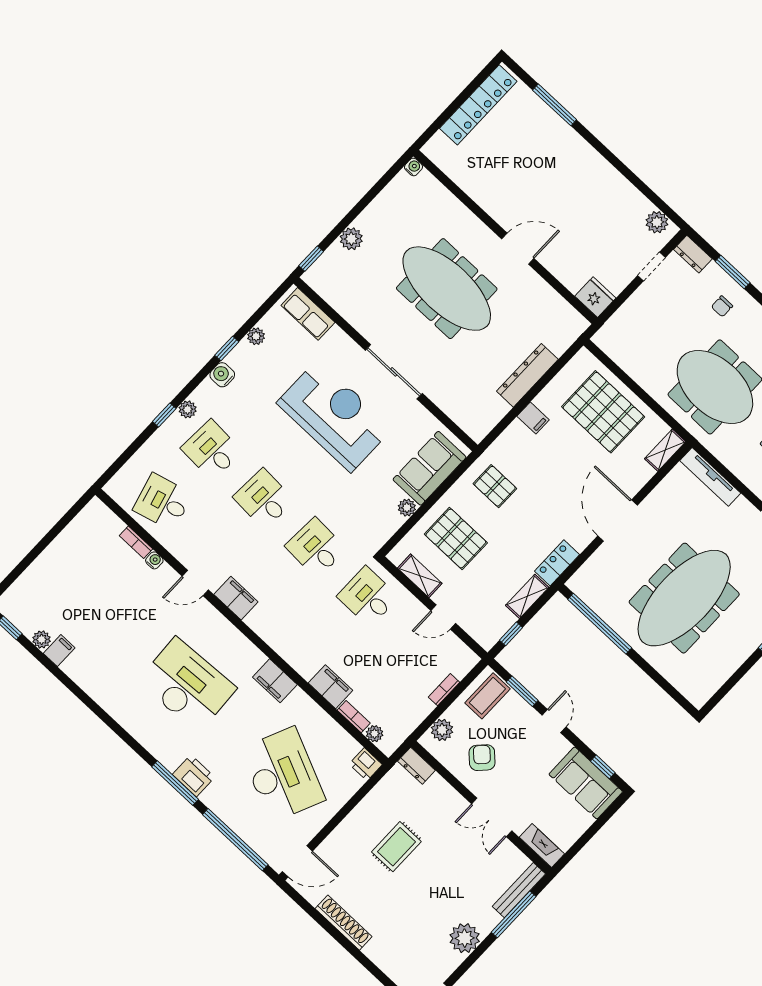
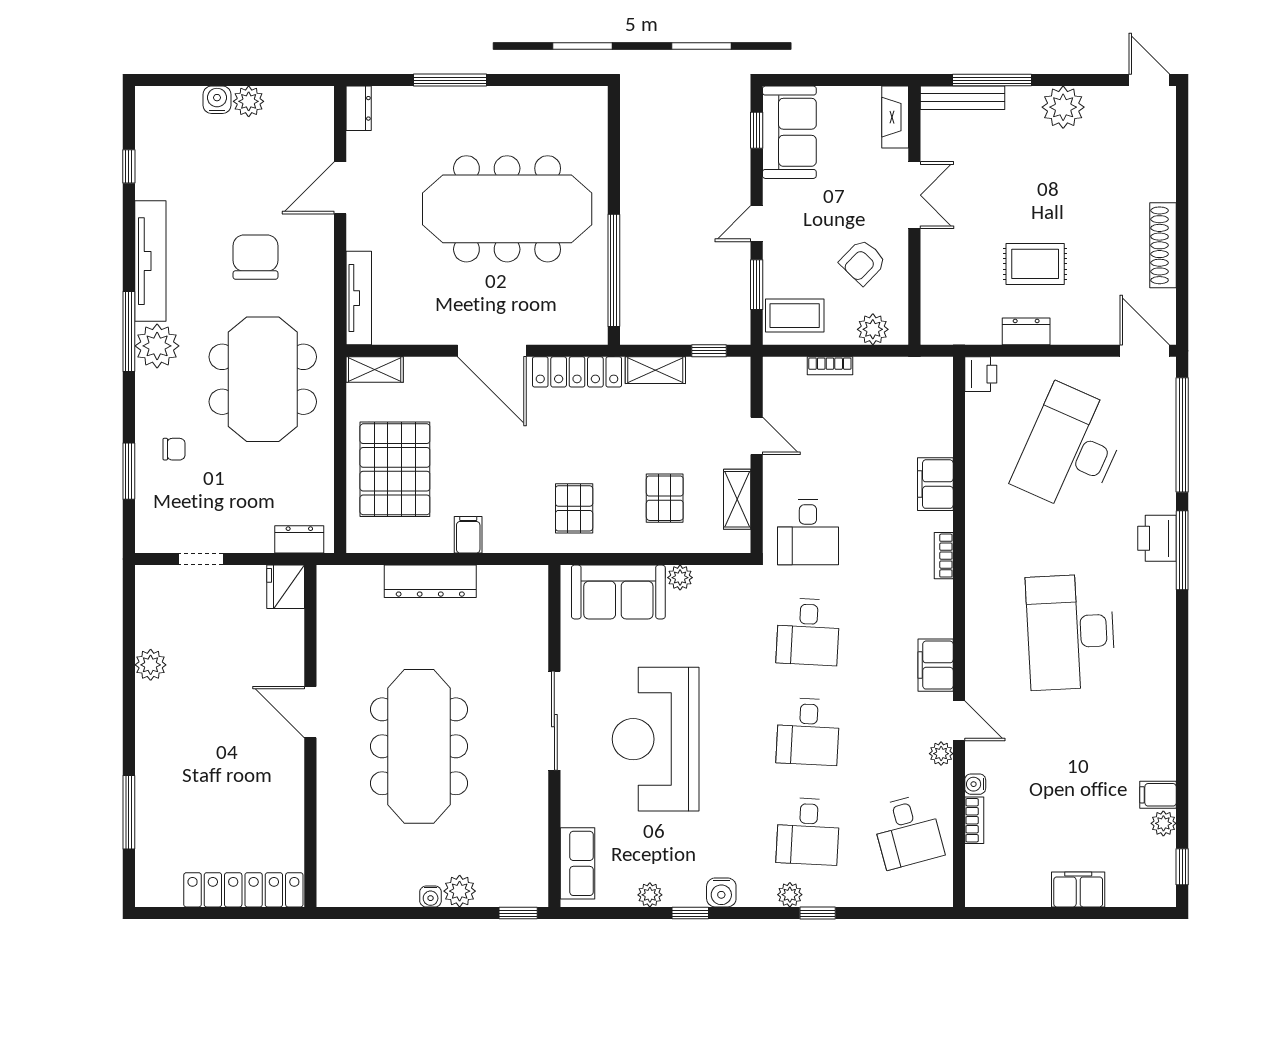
locker: (478, 105) -> (243, 890), moved
water cooler: (413, 167) -> (431, 896), moved, turned -90
plant: (657, 222) -> (151, 665), moved
dresser: (693, 254) -> (299, 539), moved, turned -90
door: (618, 521) -> (492, 351), hinge flipped
pallet: (456, 539) -> (665, 498), width x0.67, depth x0.71
locker: (557, 563) -> (577, 372), width x1.53
filing cabinet: (275, 681) -> (1078, 889), moved, turned -90
bookcase: (354, 717) -> (944, 556), moved
plant: (375, 734) -> (941, 754), moved
dresser: (416, 766) -> (1026, 331), moved, turned -90

